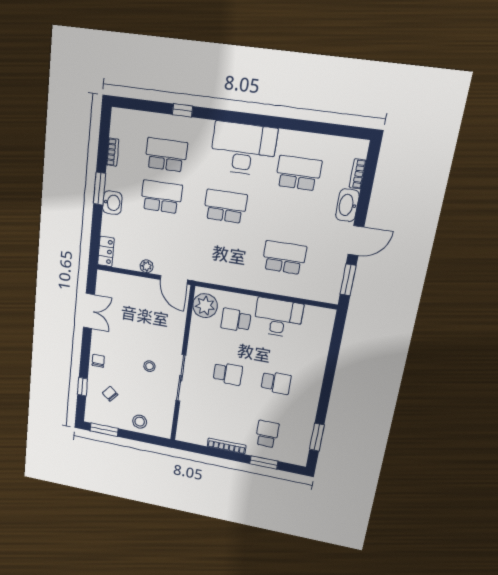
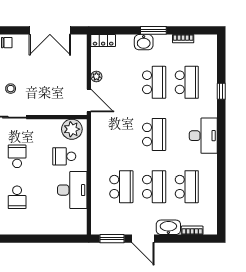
desk: (243, 149) -> (203, 136), width x0.73, depth x0.77
school desk: (291, 216) -> (154, 187), added
door: (174, 280) -> (89, 101), swing flipped
double door: (89, 311) -> (50, 30), width x1.37
school desk: (236, 320) -> (64, 156), turned -90
school desk: (228, 374) -> (17, 156), turned 180

